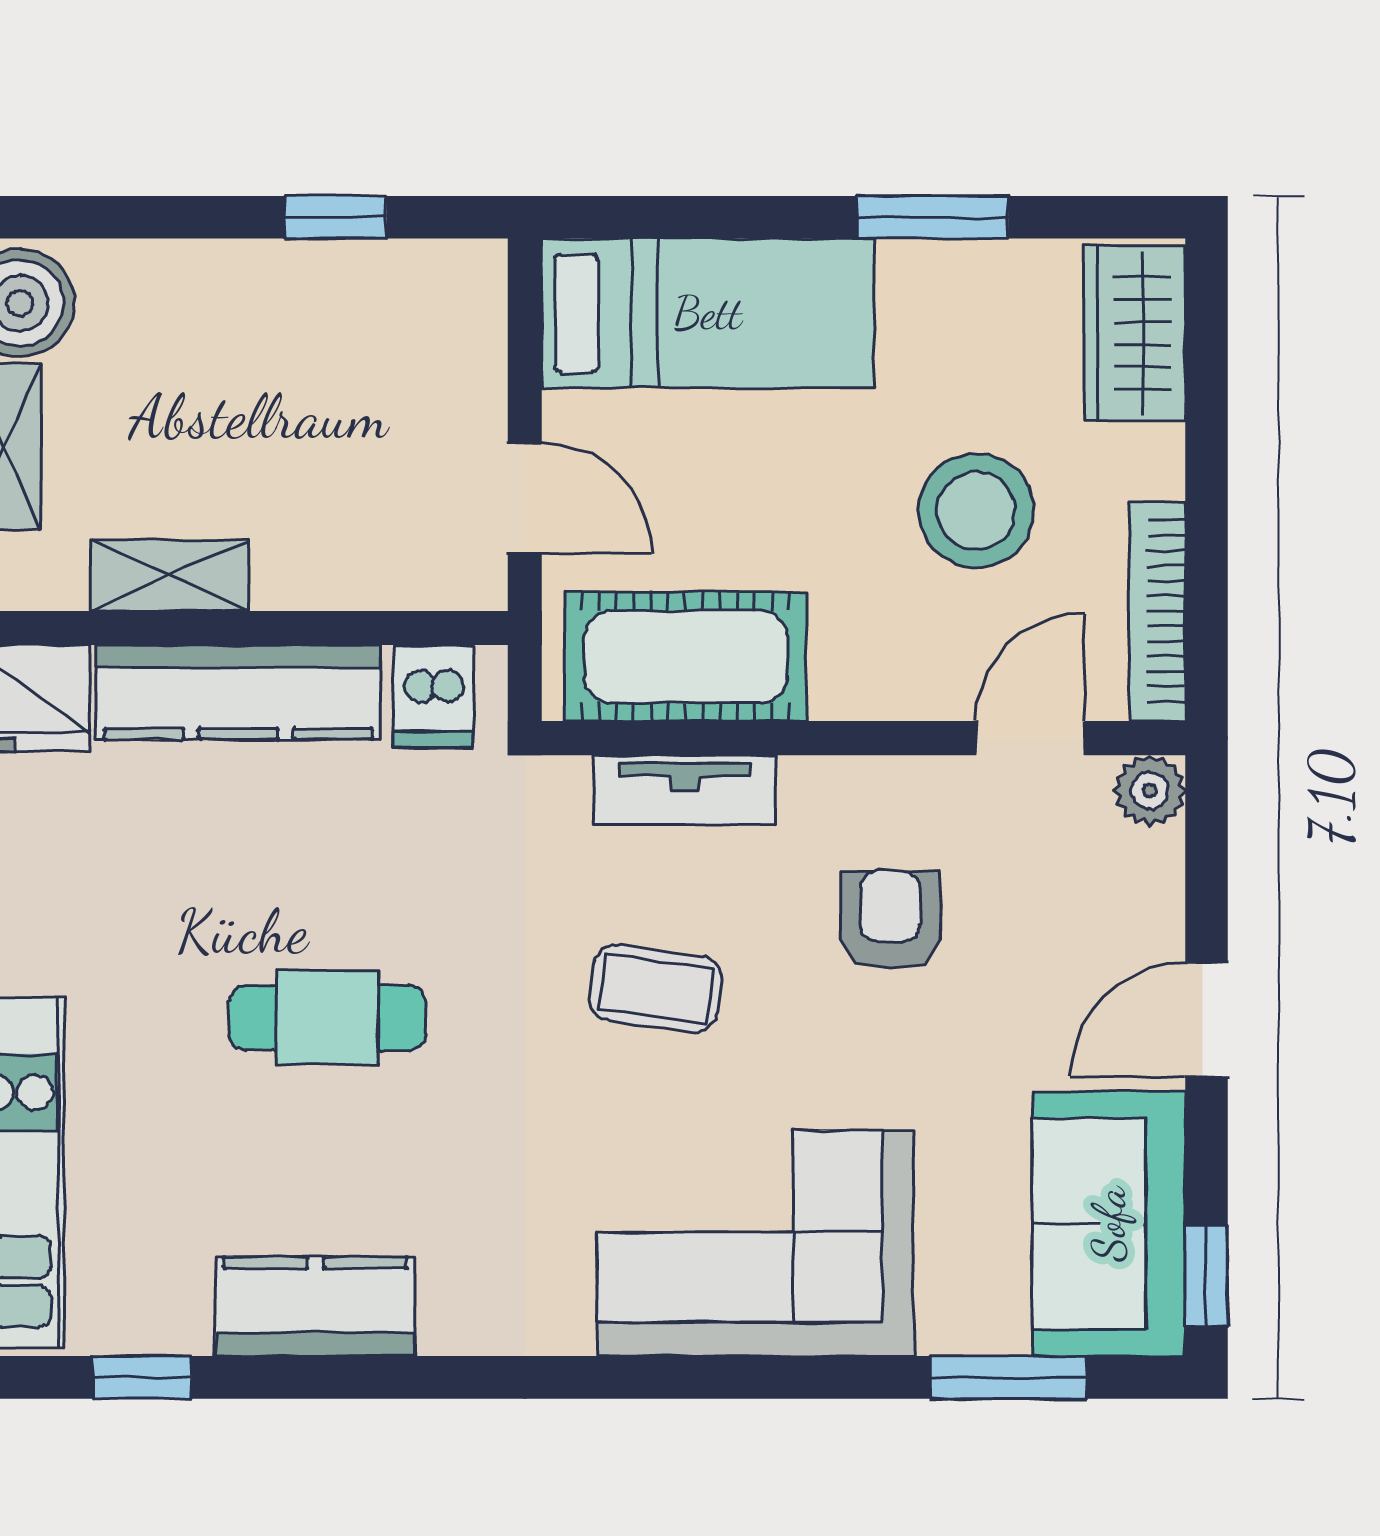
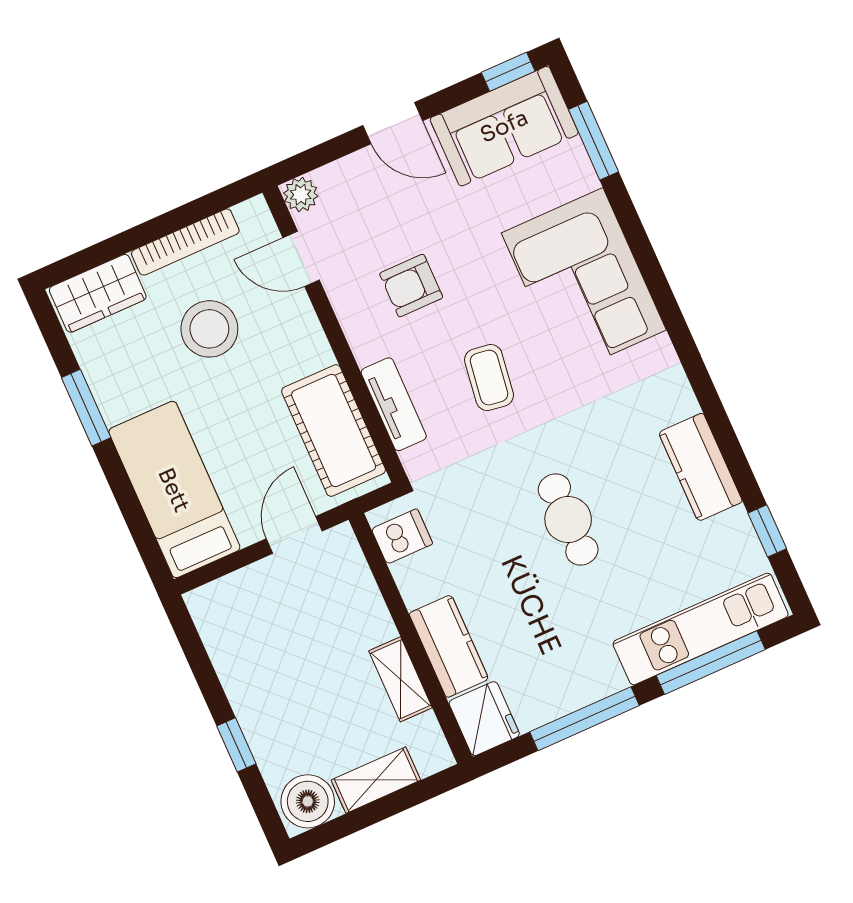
window: (335, 217) -> (236, 745), moved
bookcase: (1157, 611) -> (185, 242), moved
kitchen counter: (238, 692) -> (449, 646), width x0.67

